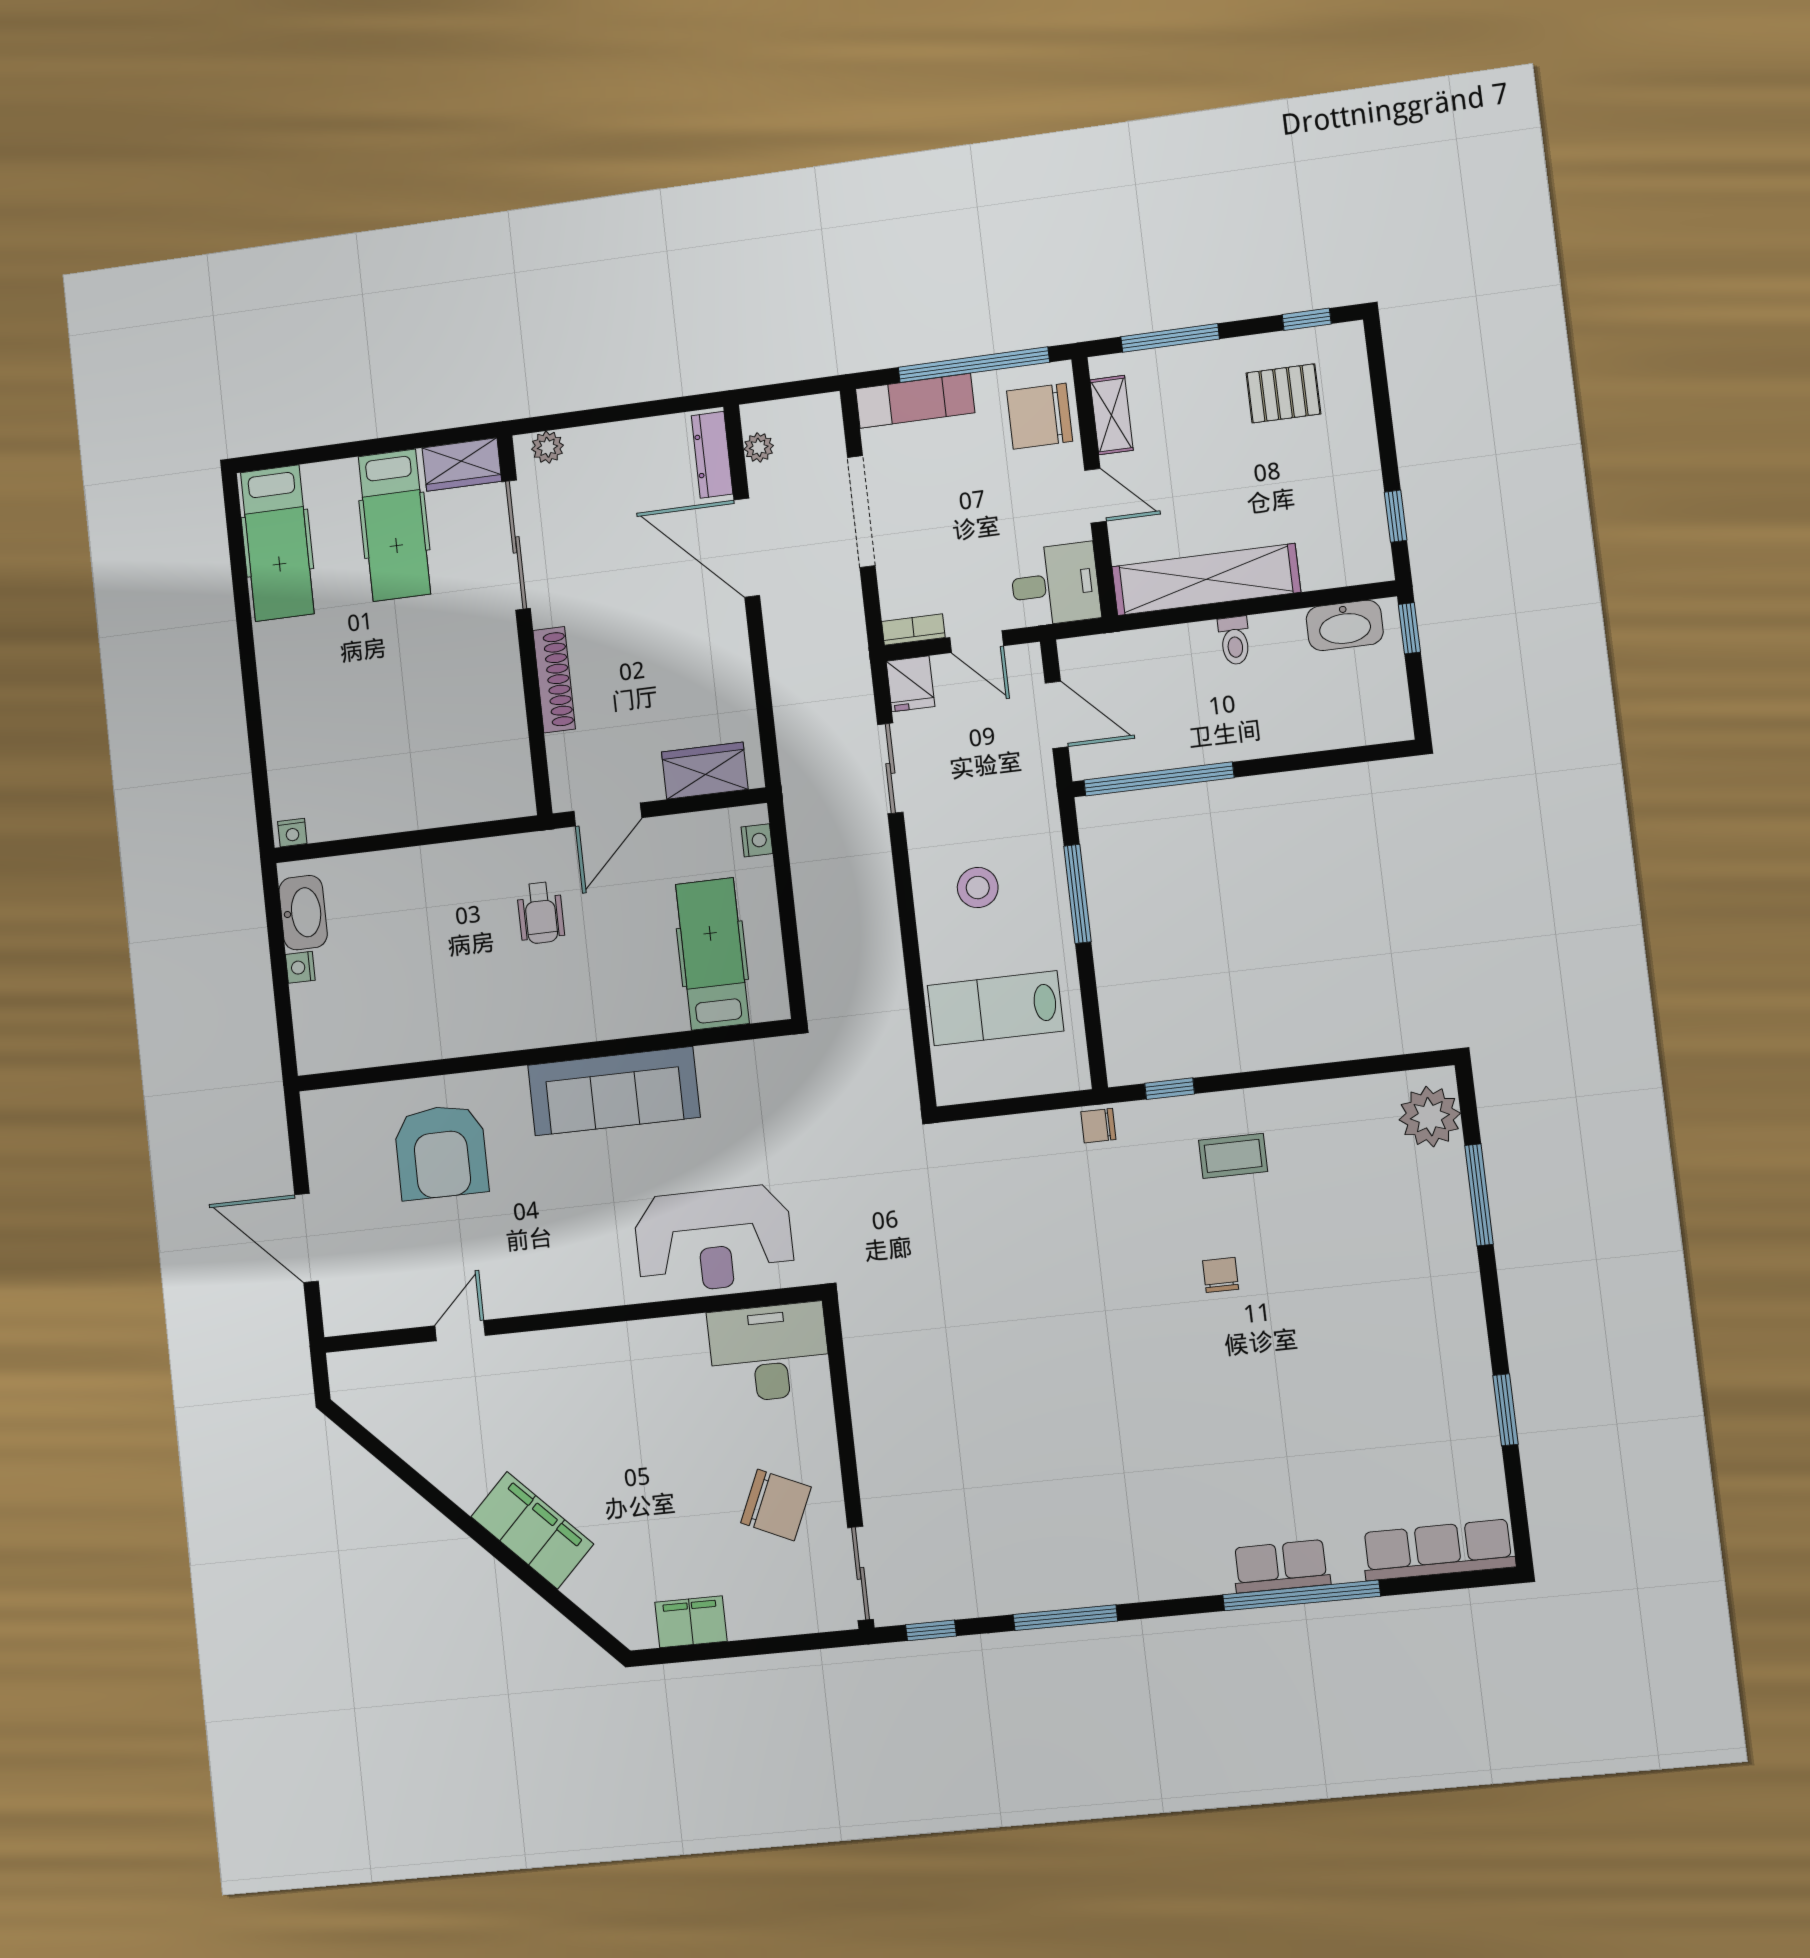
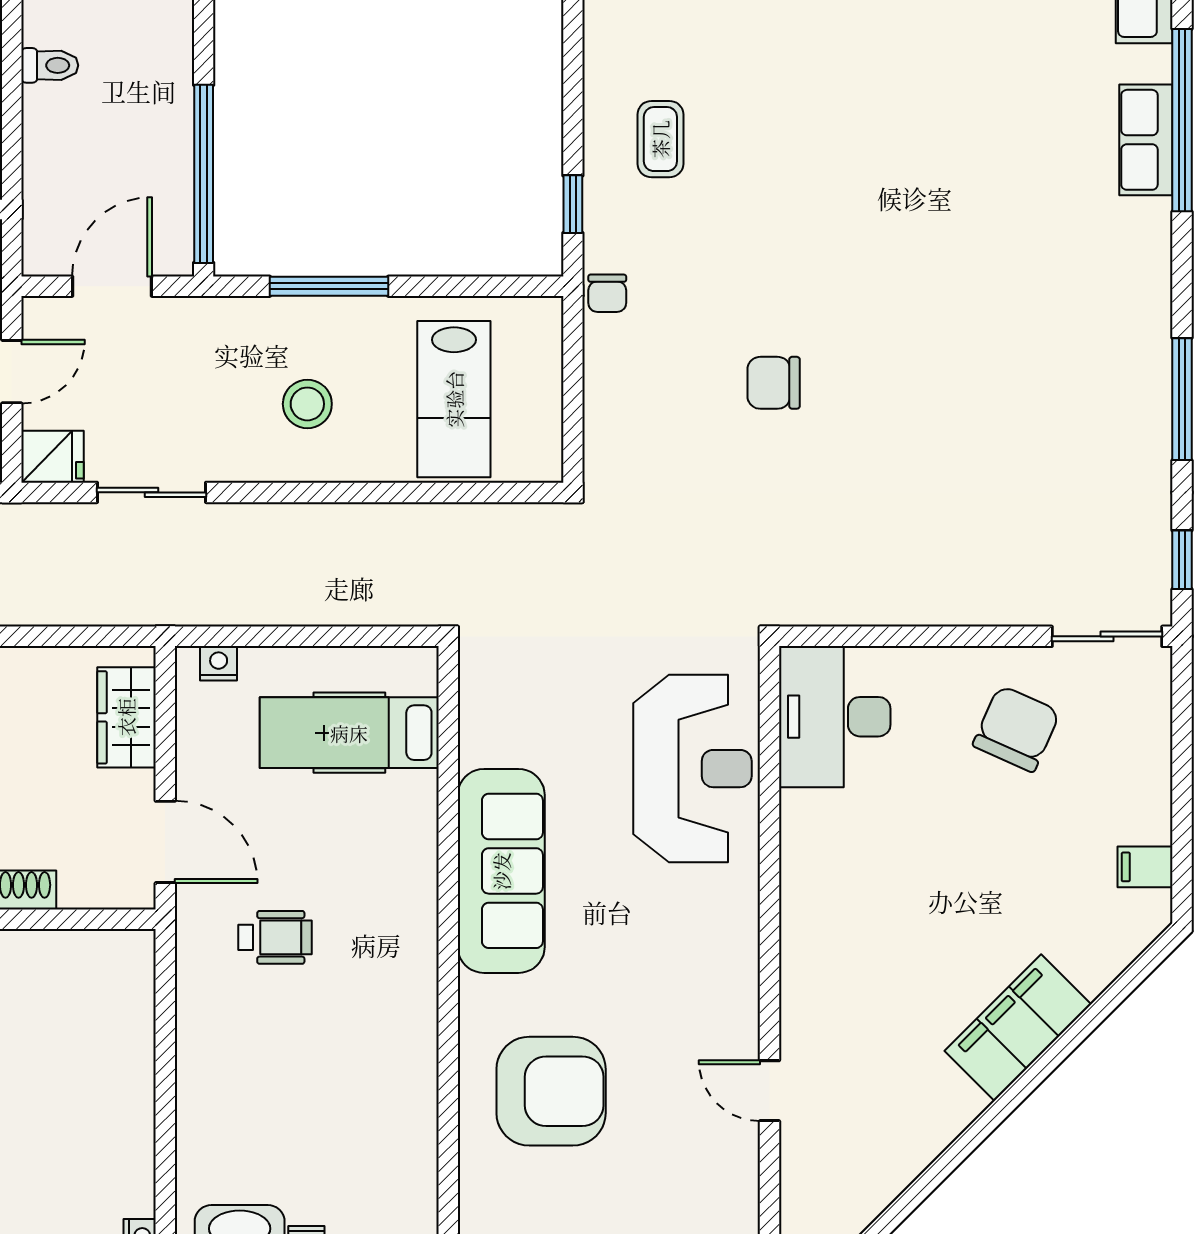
chair: (1221, 1275) -> (774, 383), moved, width x1.37, depth x1.37
filing cabinet: (691, 1622) -> (1145, 867), width x0.50

